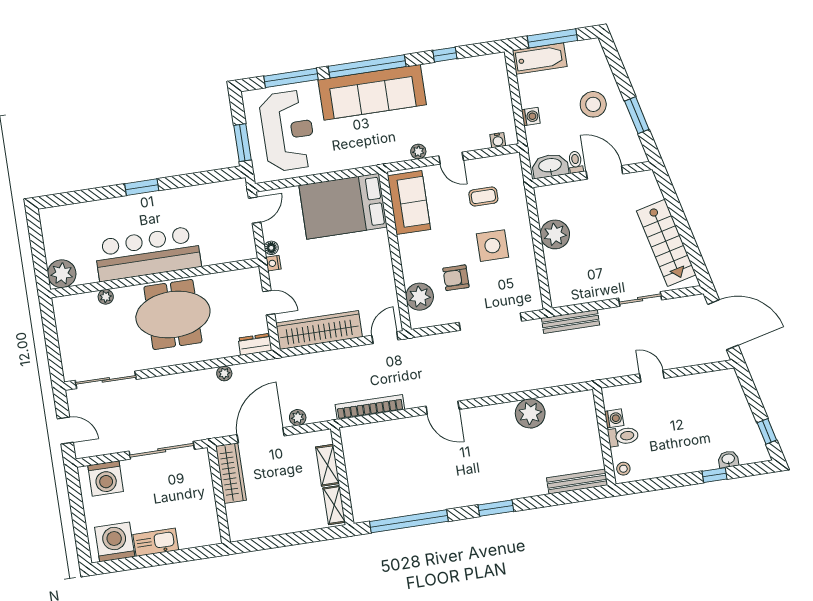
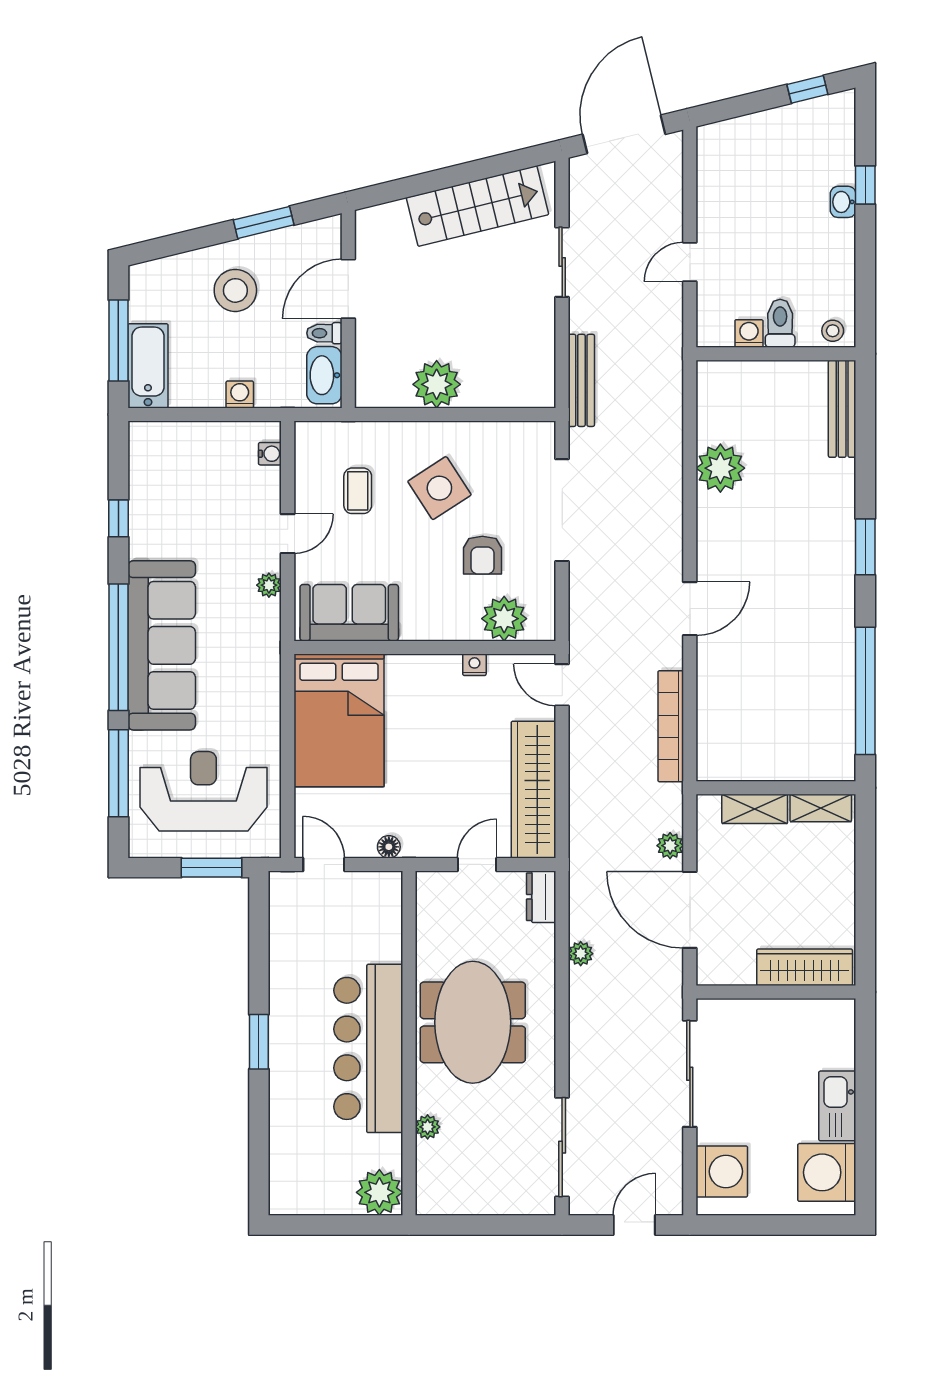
side table: (492, 246) -> (439, 488), turned -33
nightstand: (273, 263) -> (474, 665), moved, turned 180
washbasin: (728, 459) -> (843, 202), moved
wardrobe: (231, 473) -> (805, 967), moved

